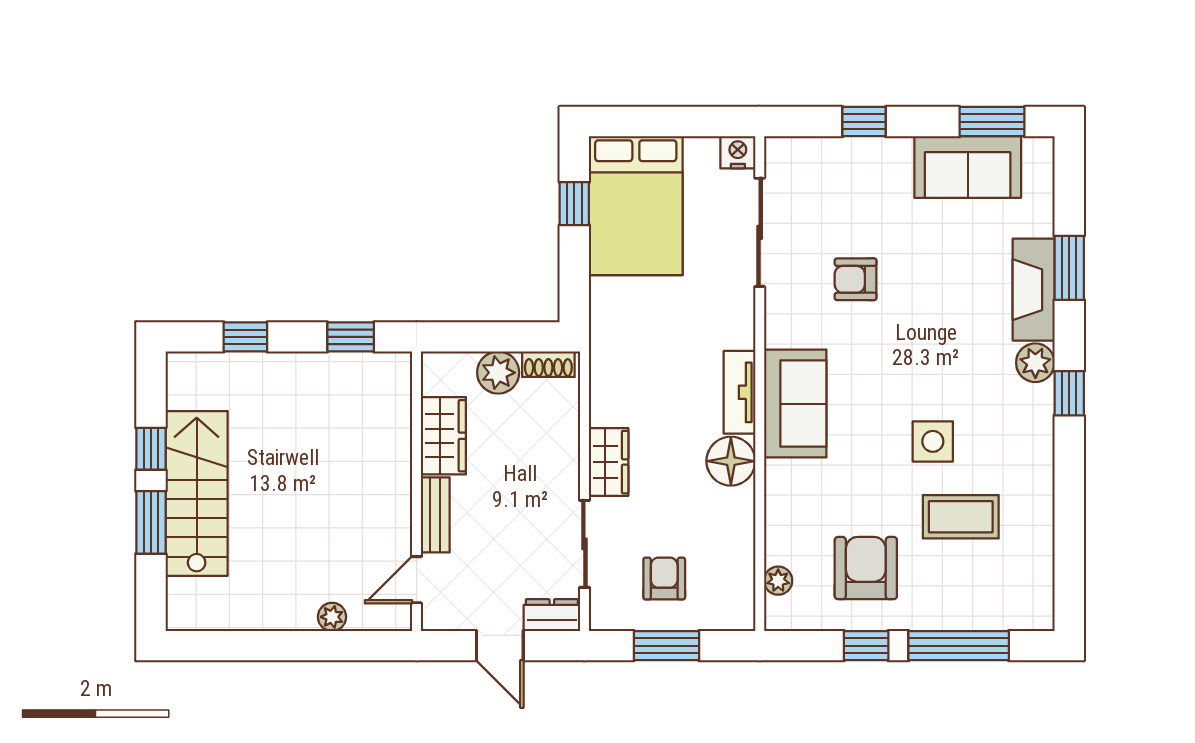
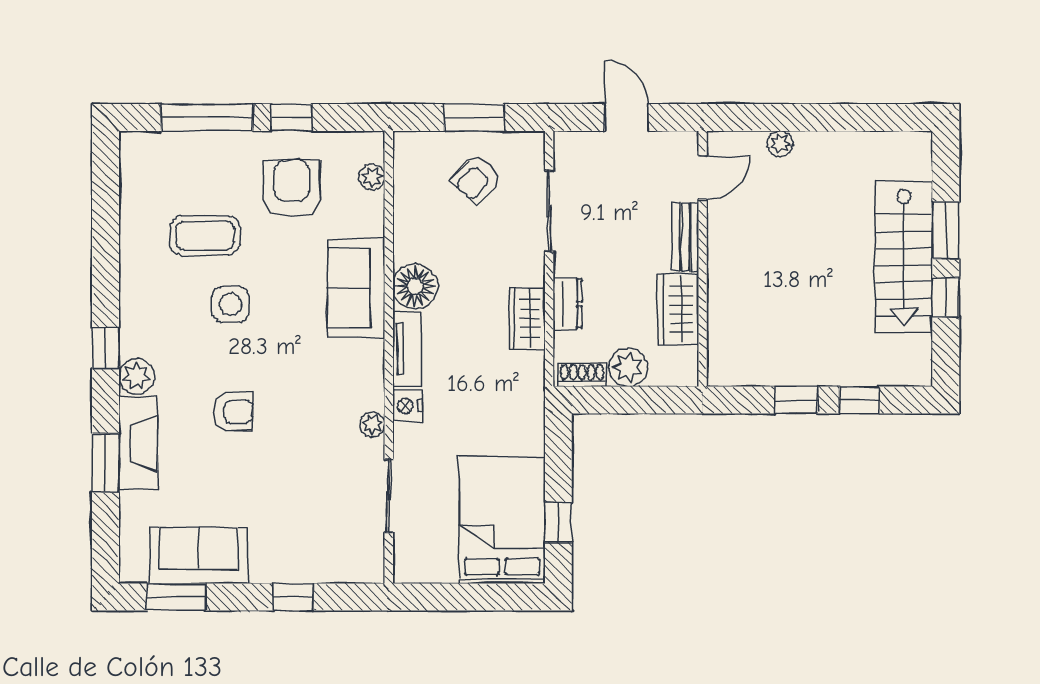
nightstand: (738, 152) -> (408, 406), moved, turned 90
sliding door: (760, 232) -> (389, 496), width x0.73
armchair: (856, 279) -> (233, 412), moved
plant: (778, 310) -> (372, 424), added
window: (351, 337) -> (796, 400), moved
sofa: (795, 404) -> (356, 288), moved
wardrobe: (609, 462) -> (527, 318), moved
armchair: (866, 568) -> (292, 189), turned 180
armchair: (664, 579) -> (476, 179), turned 43
dresser: (552, 615) -> (568, 304), moved, turned -90

